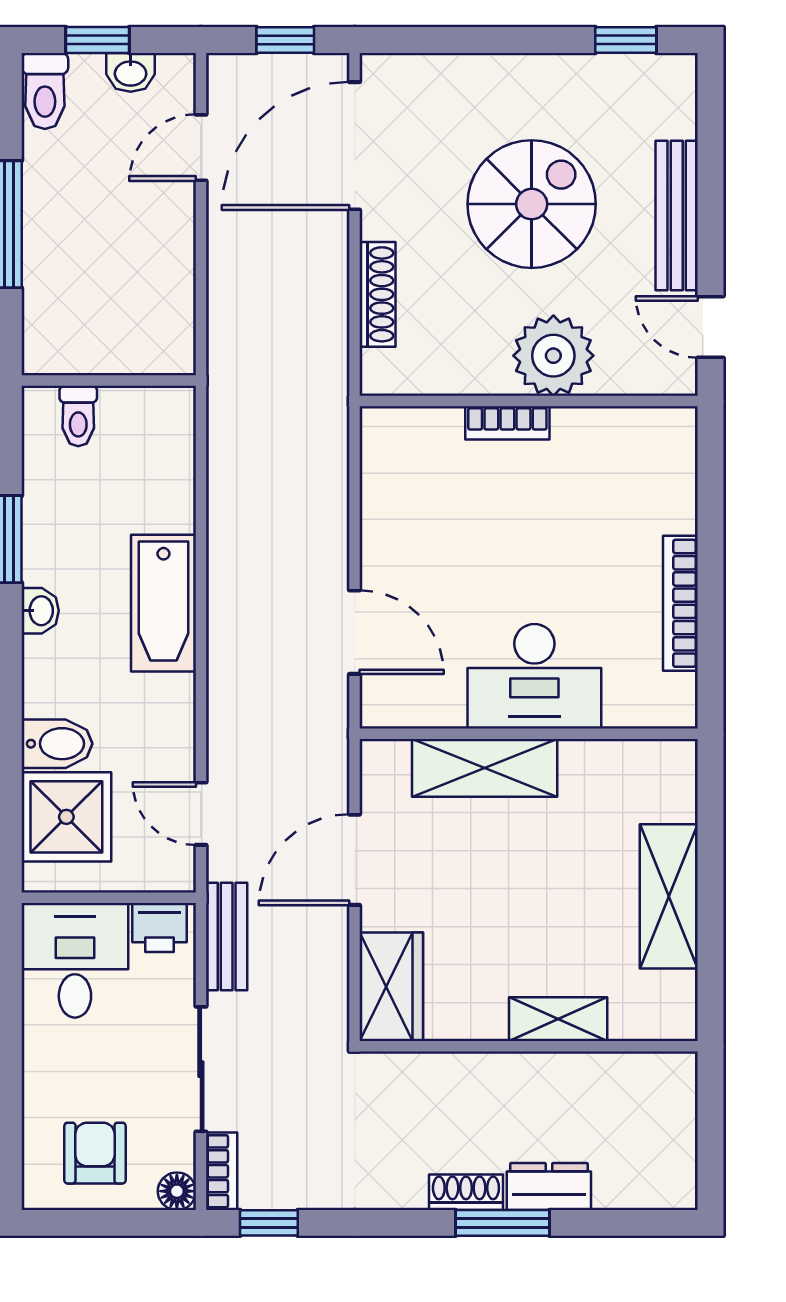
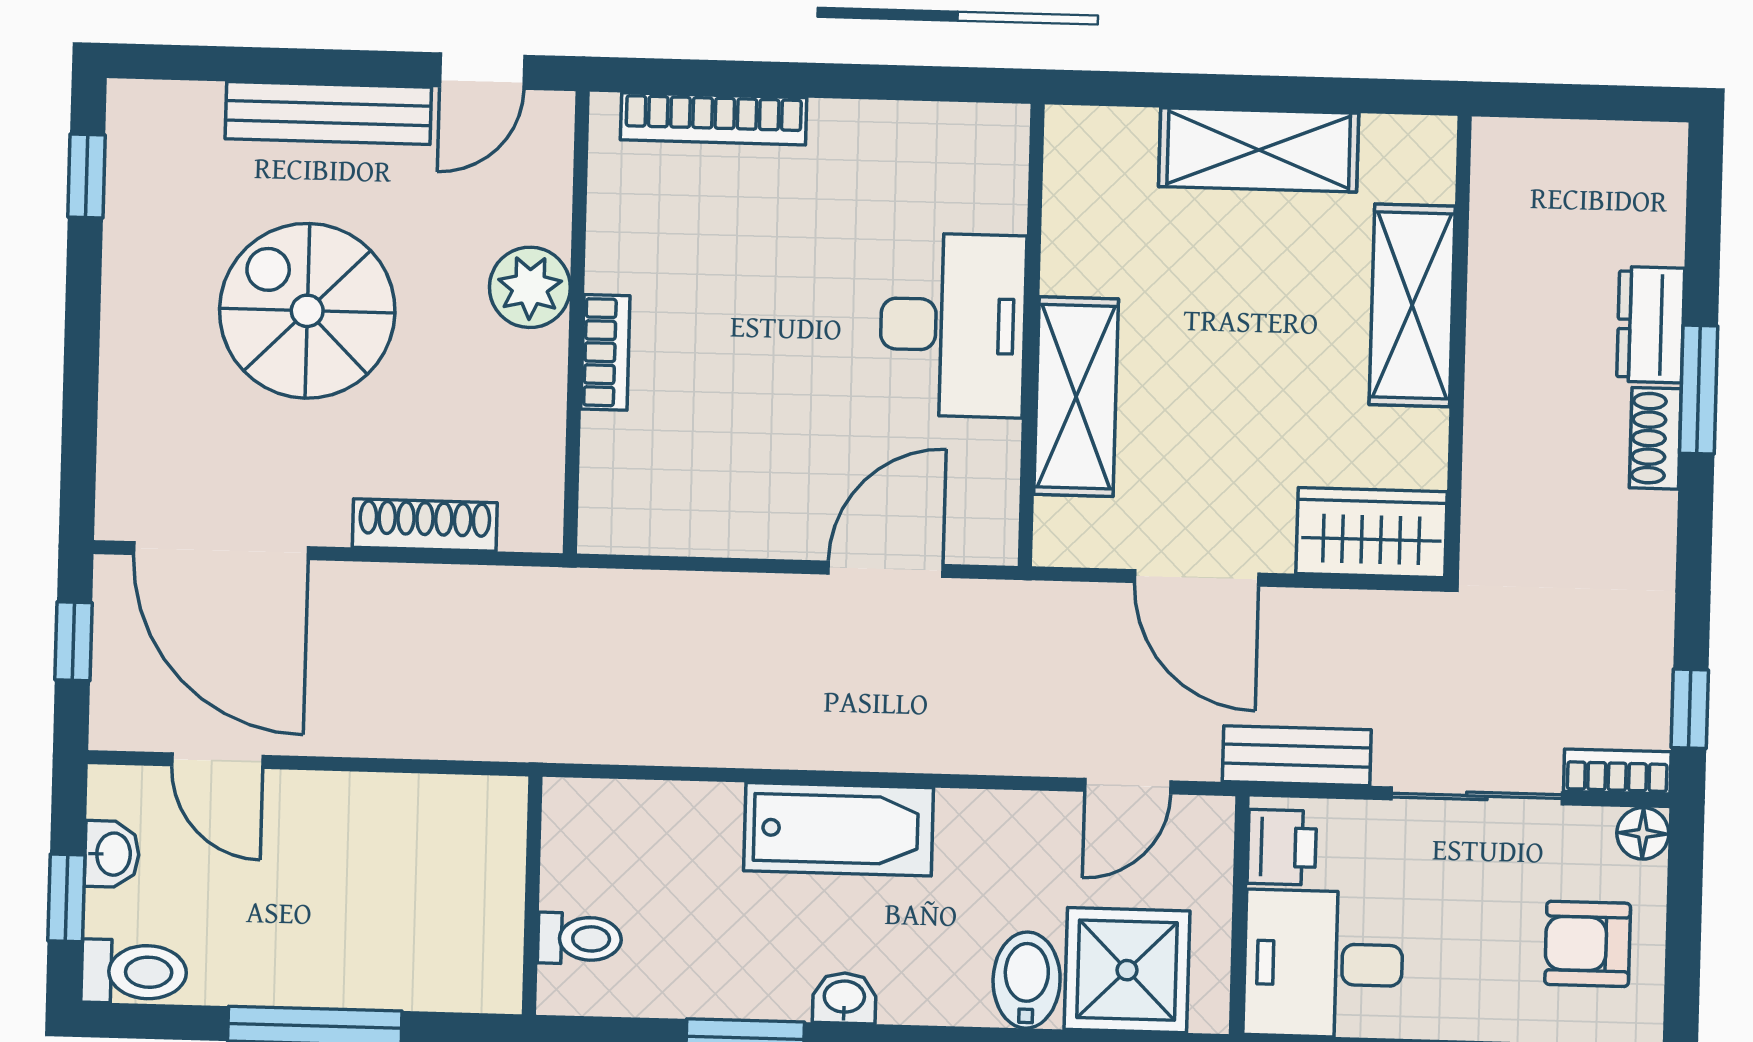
plant: (553, 356) -> (530, 287), width x0.73, depth x0.73
bookcase: (680, 603) -> (714, 119), moved
shelving: (558, 1019) -> (1412, 305), width x1.50, depth x1.33

